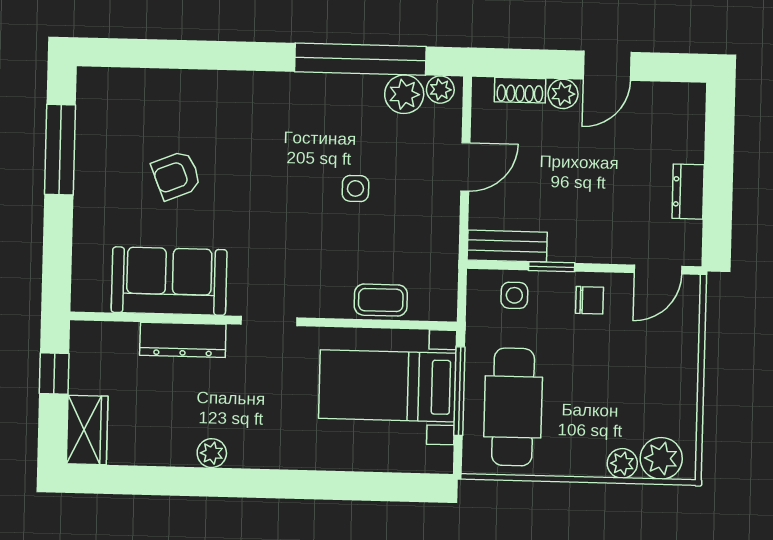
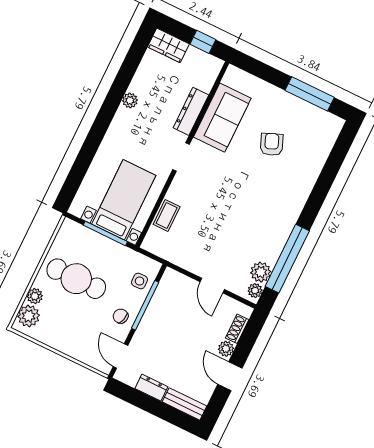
side table: (355, 188) -> (226, 228), removed
bench: (507, 246) -> (184, 404), moved, turned 90
window: (552, 267) -> (145, 305), width x2.17
chair: (589, 300) -> (121, 316), turned 105
cafe table: (513, 407) -> (76, 279), moved

